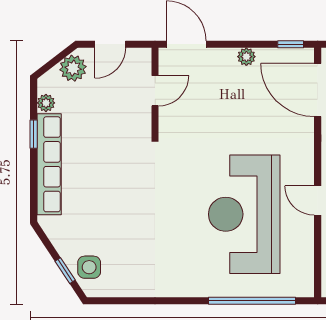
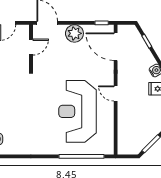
plant: (246, 57) -> (74, 33), width x1.88, depth x1.88
door: (318, 201) -> (116, 94), moved

